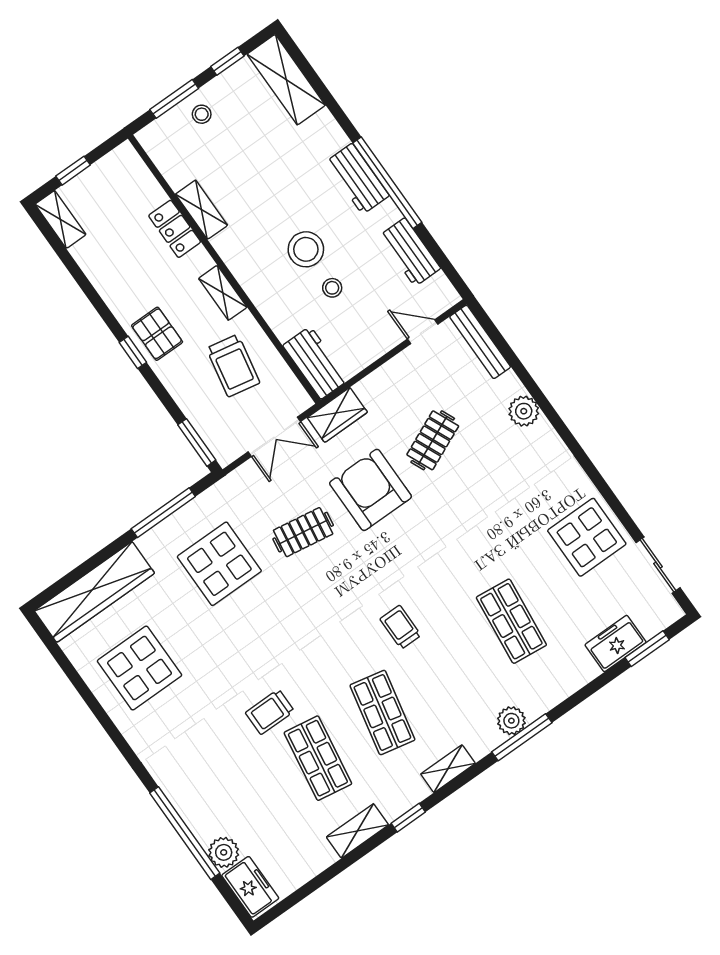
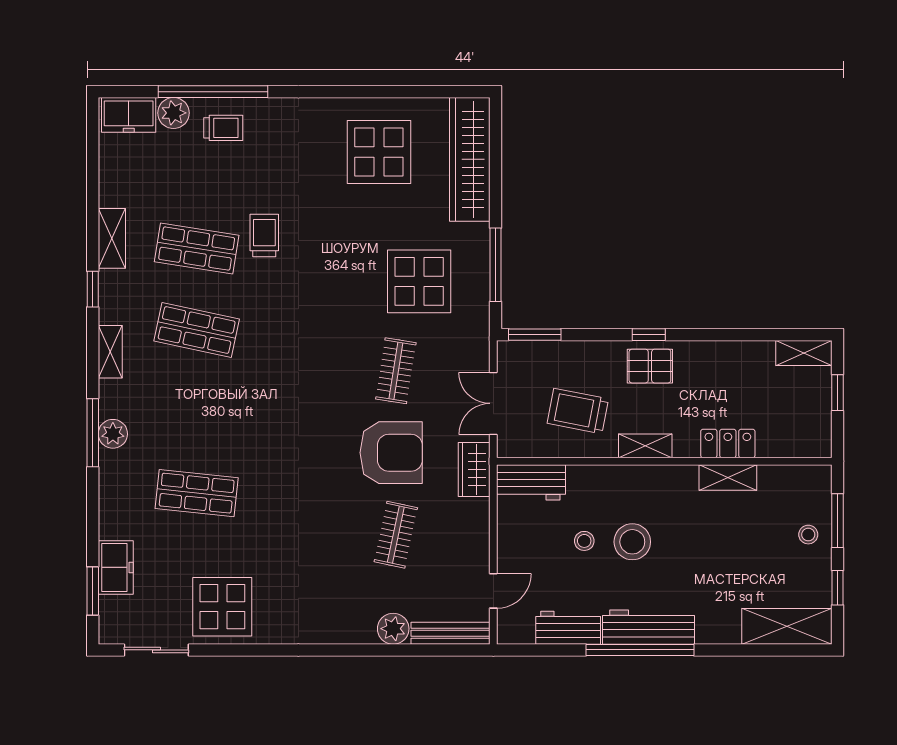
workbench: (357, 179) -> (648, 627), width x1.37
plant: (524, 411) -> (393, 629), moved
clothes rail: (433, 440) -> (396, 535), turned 36
trolley: (400, 627) -> (223, 128), moved

